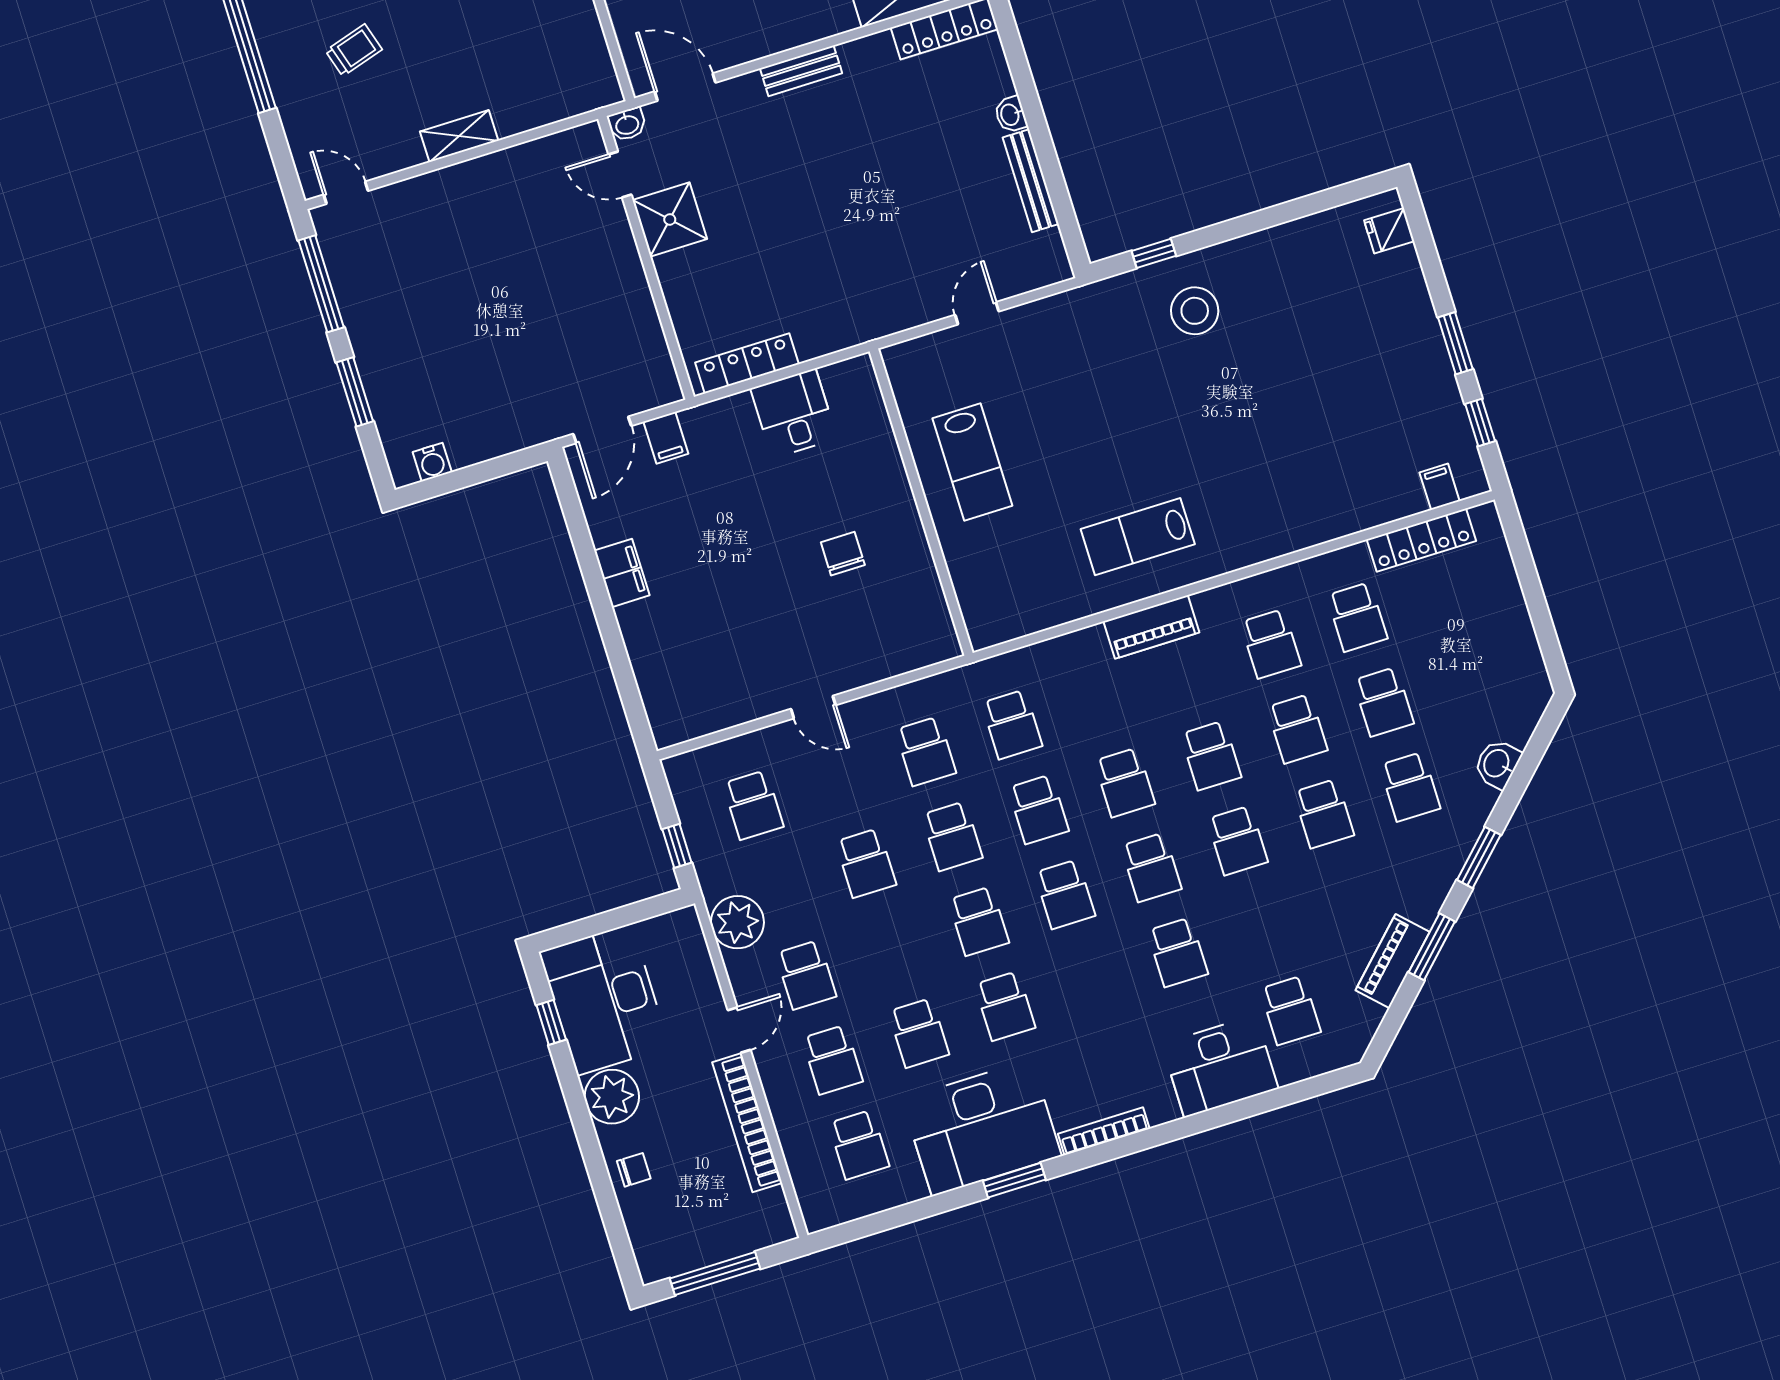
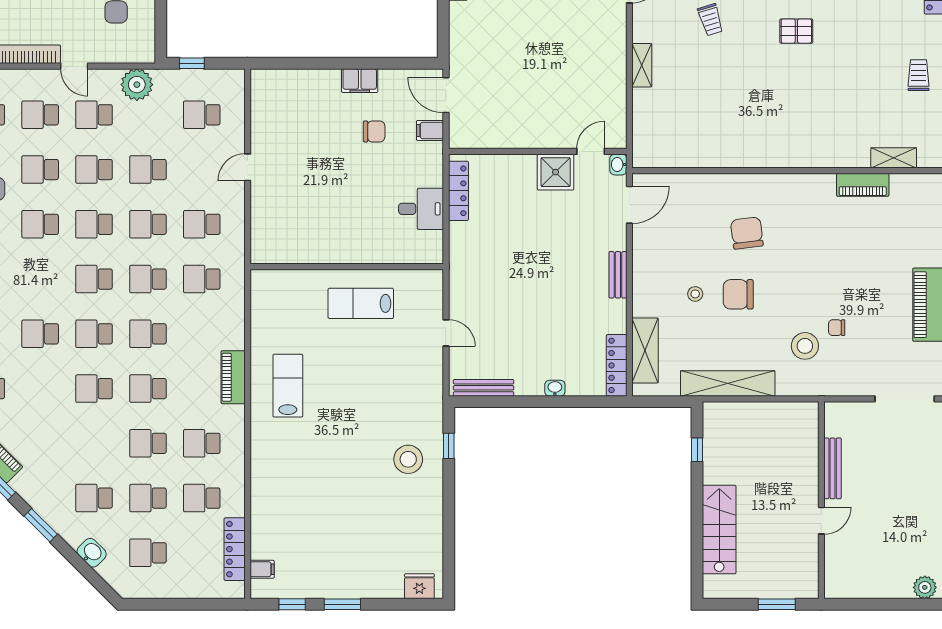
bench: (1031, 181) -> (484, 388), moved
fridge: (1389, 231) -> (419, 586), width x1.38
chair: (843, 554) -> (374, 131), moved
school desk: (1324, 814) -> (148, 553), moved
school desk: (892, 948) -> (94, 170), added

